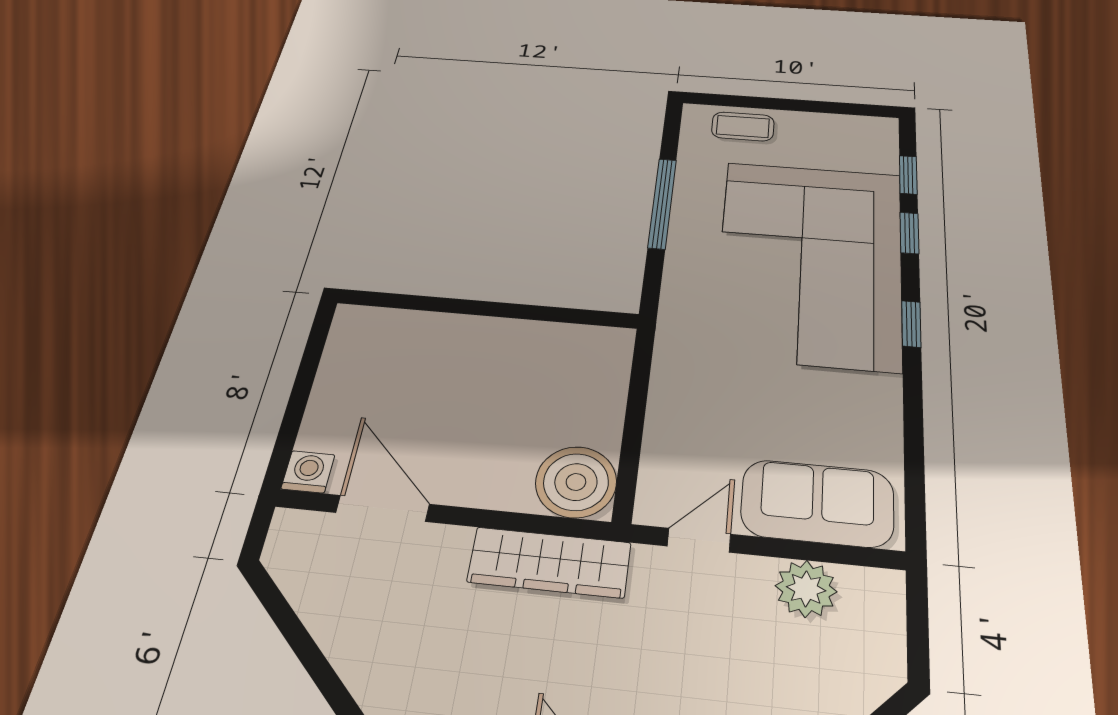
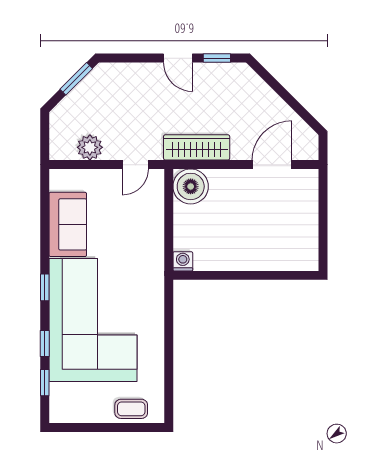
window: (662, 203) -> (169, 351), removed
washing machine: (308, 472) -> (183, 261), moved, turned 180
sofa: (817, 503) -> (68, 224), moved, turned -90
door: (383, 508) -> (272, 165), swing flipped

